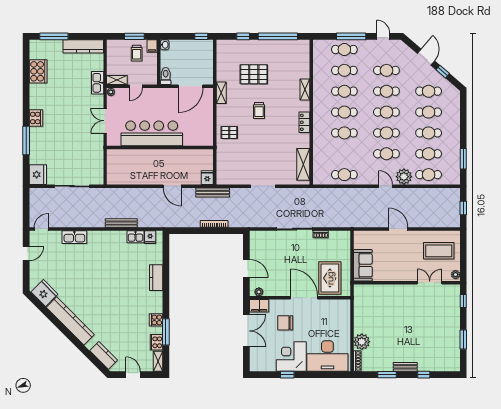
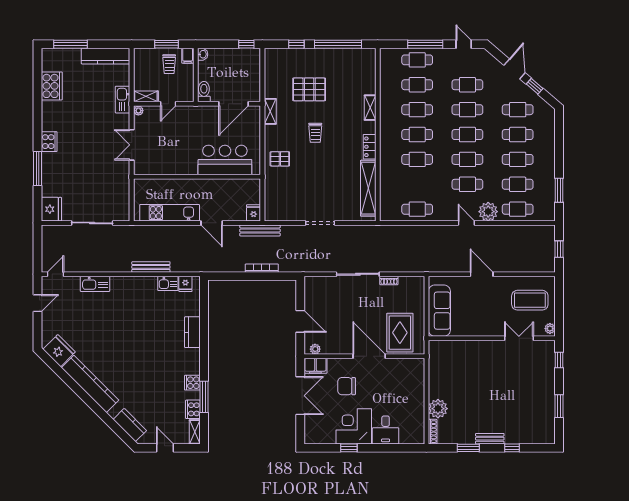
bar counter: (152, 133) -> (225, 160), moved, width x0.73
shelving: (303, 164) -> (368, 188), width x1.47
kitchen unit: (137, 178) -> (170, 213), added
sofa: (363, 265) -> (439, 311), width x1.36
desk: (327, 356) -> (386, 430), width x0.53, depth x0.77

